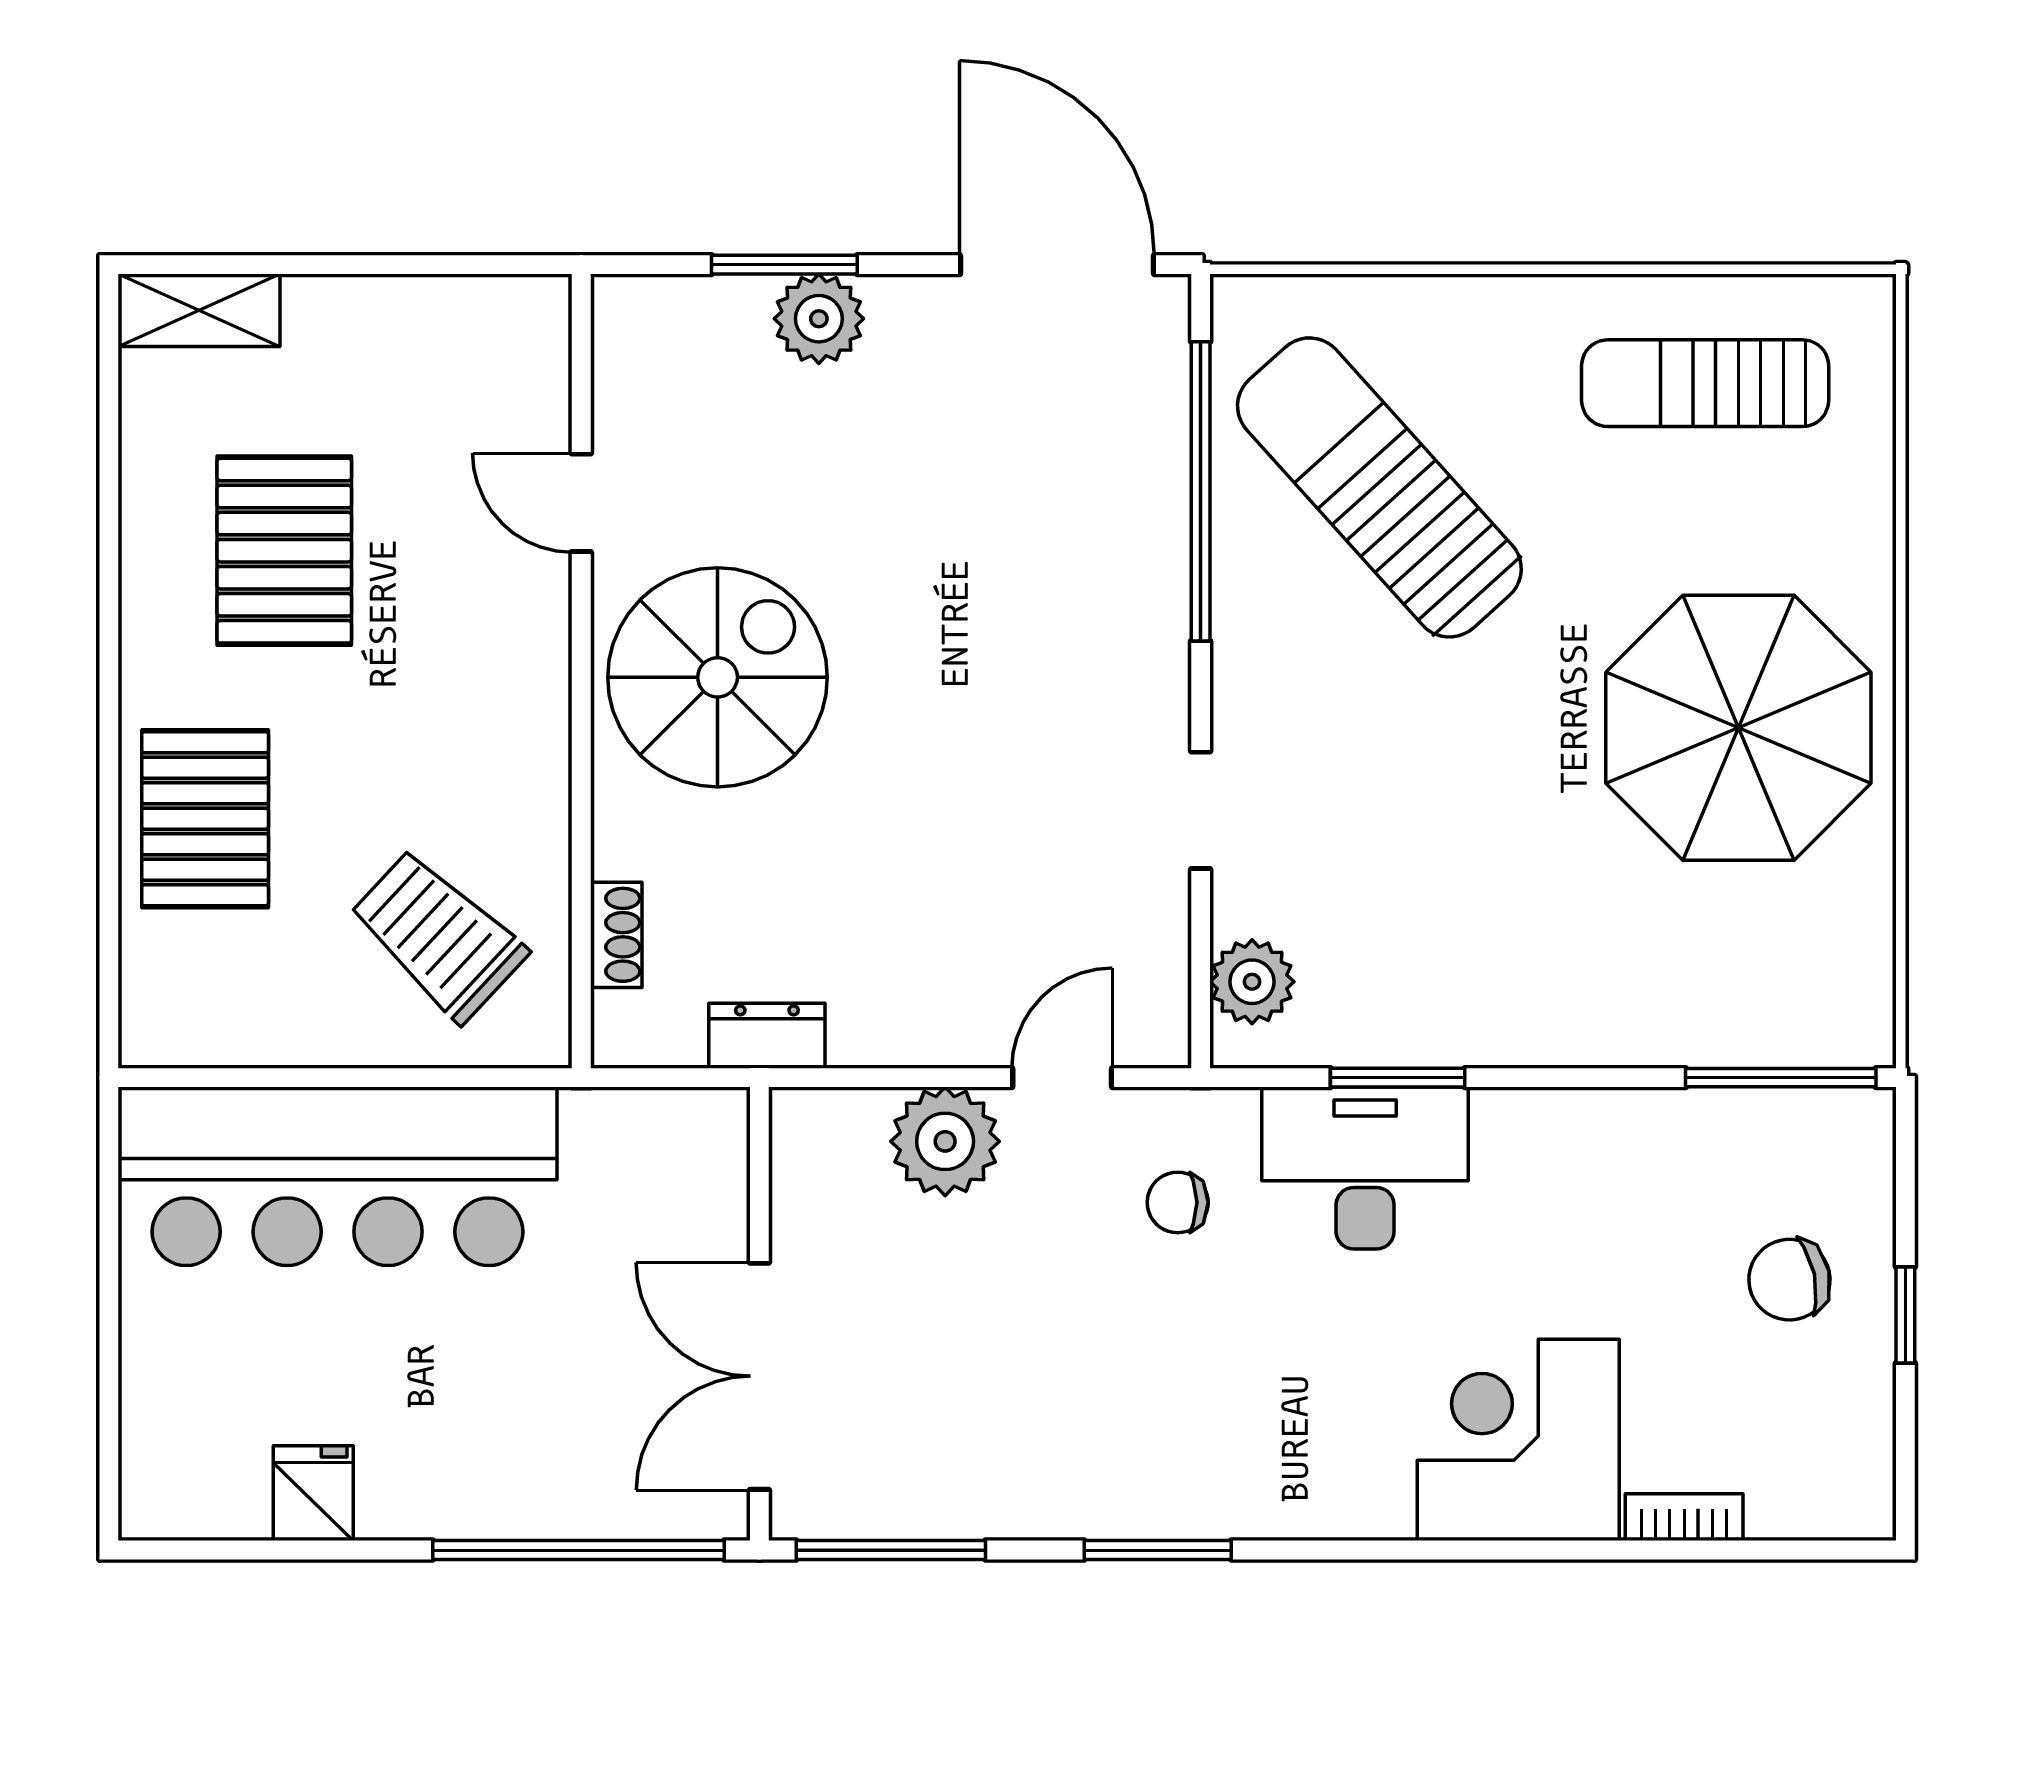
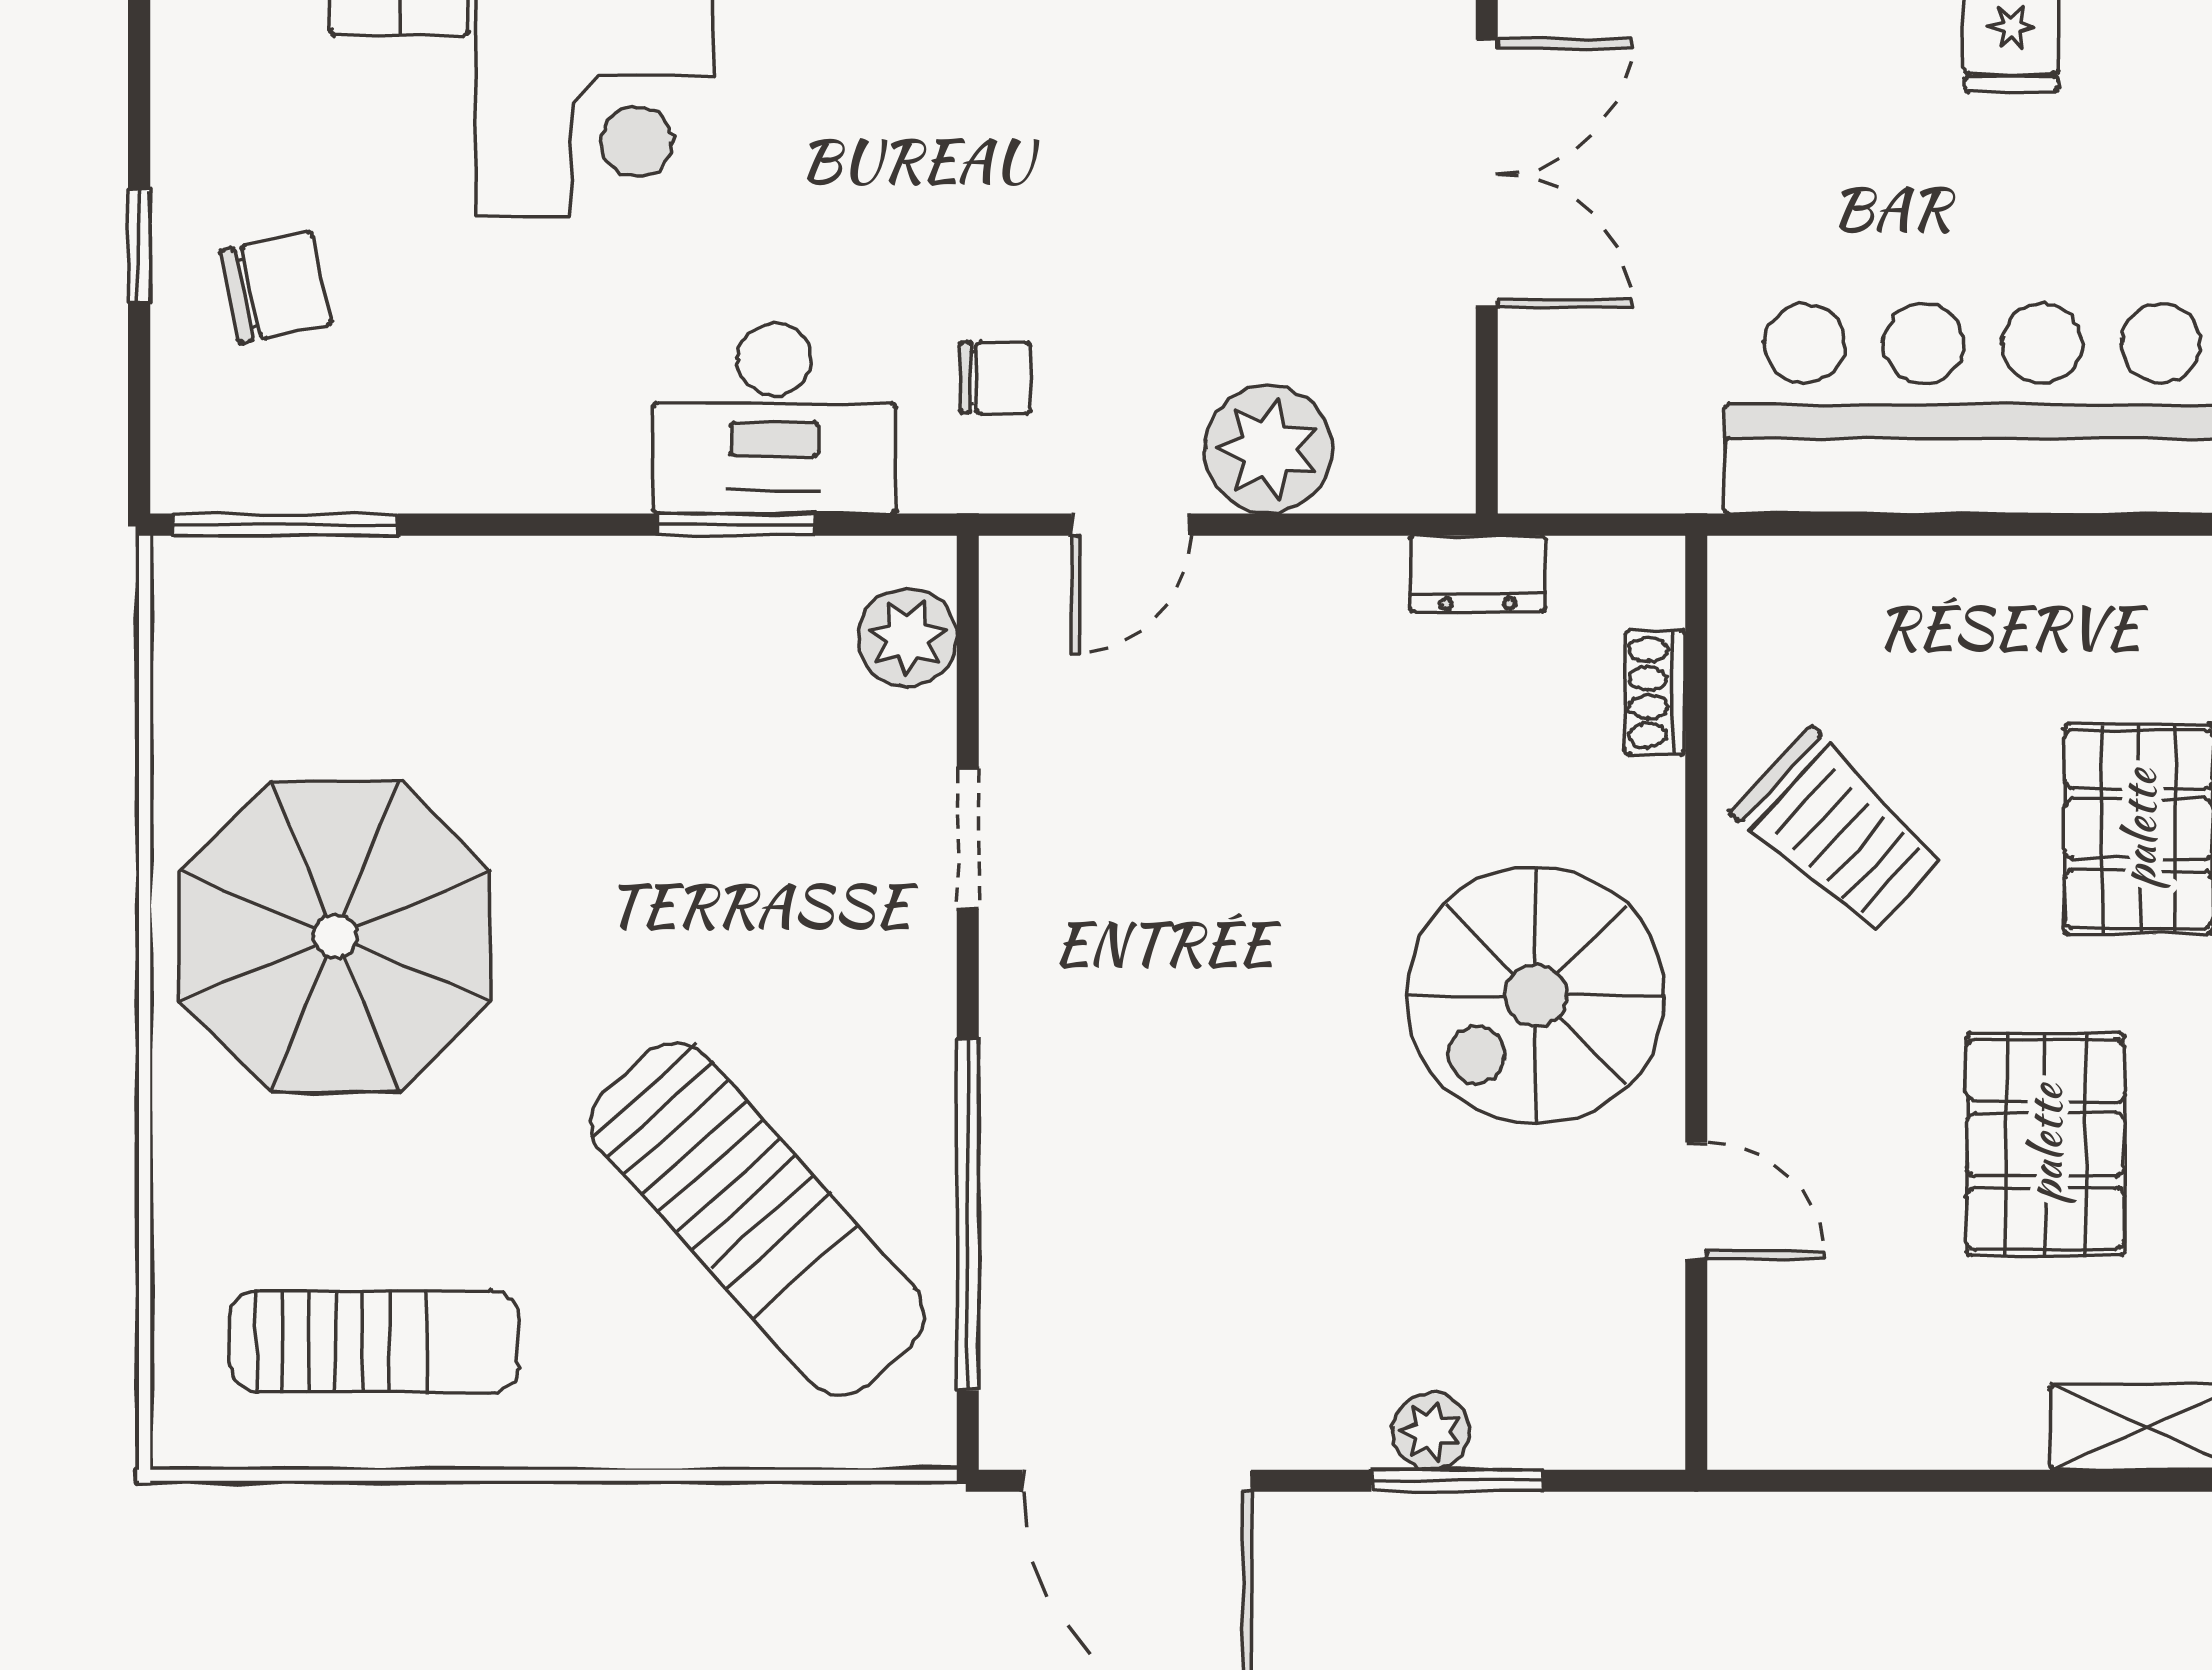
plant: (819, 319) -> (1431, 1431), width x0.73, depth x0.73
trolley: (438, 935) -> (1839, 833), moved

